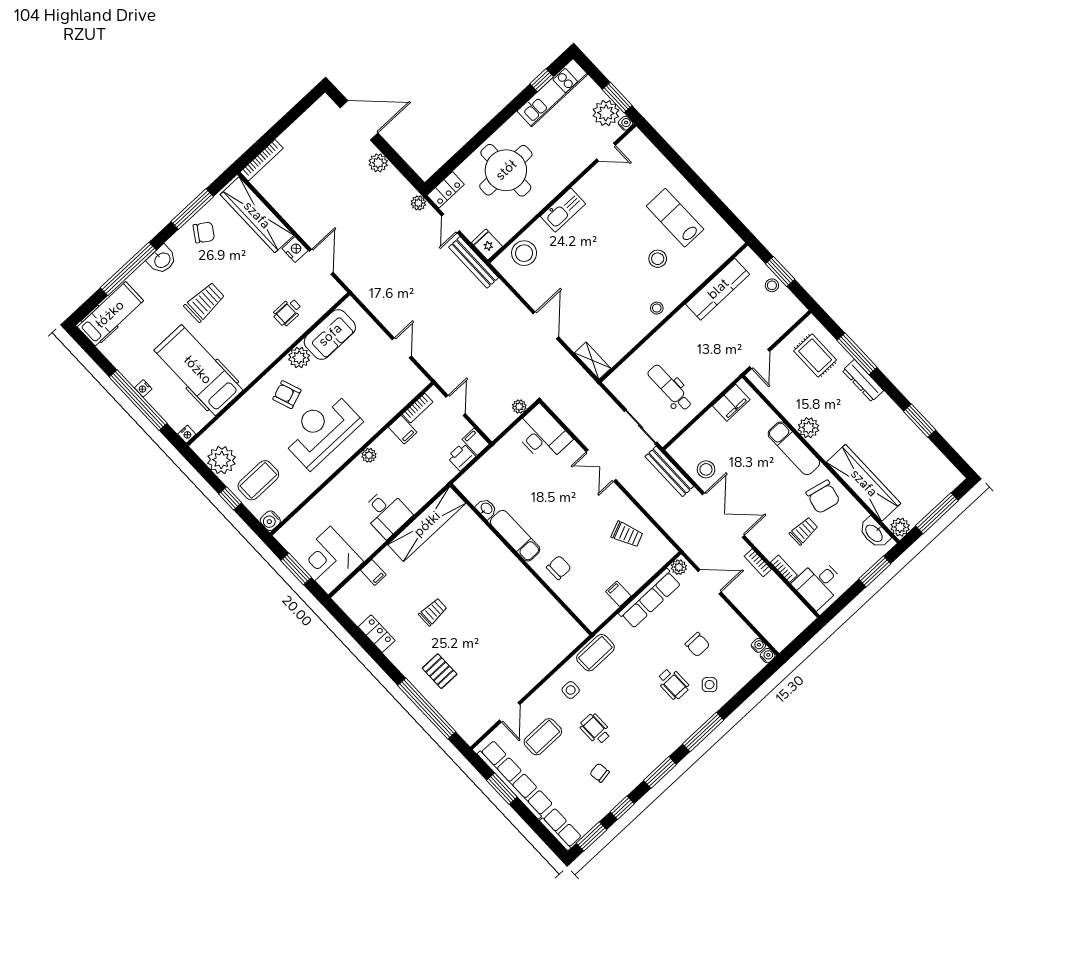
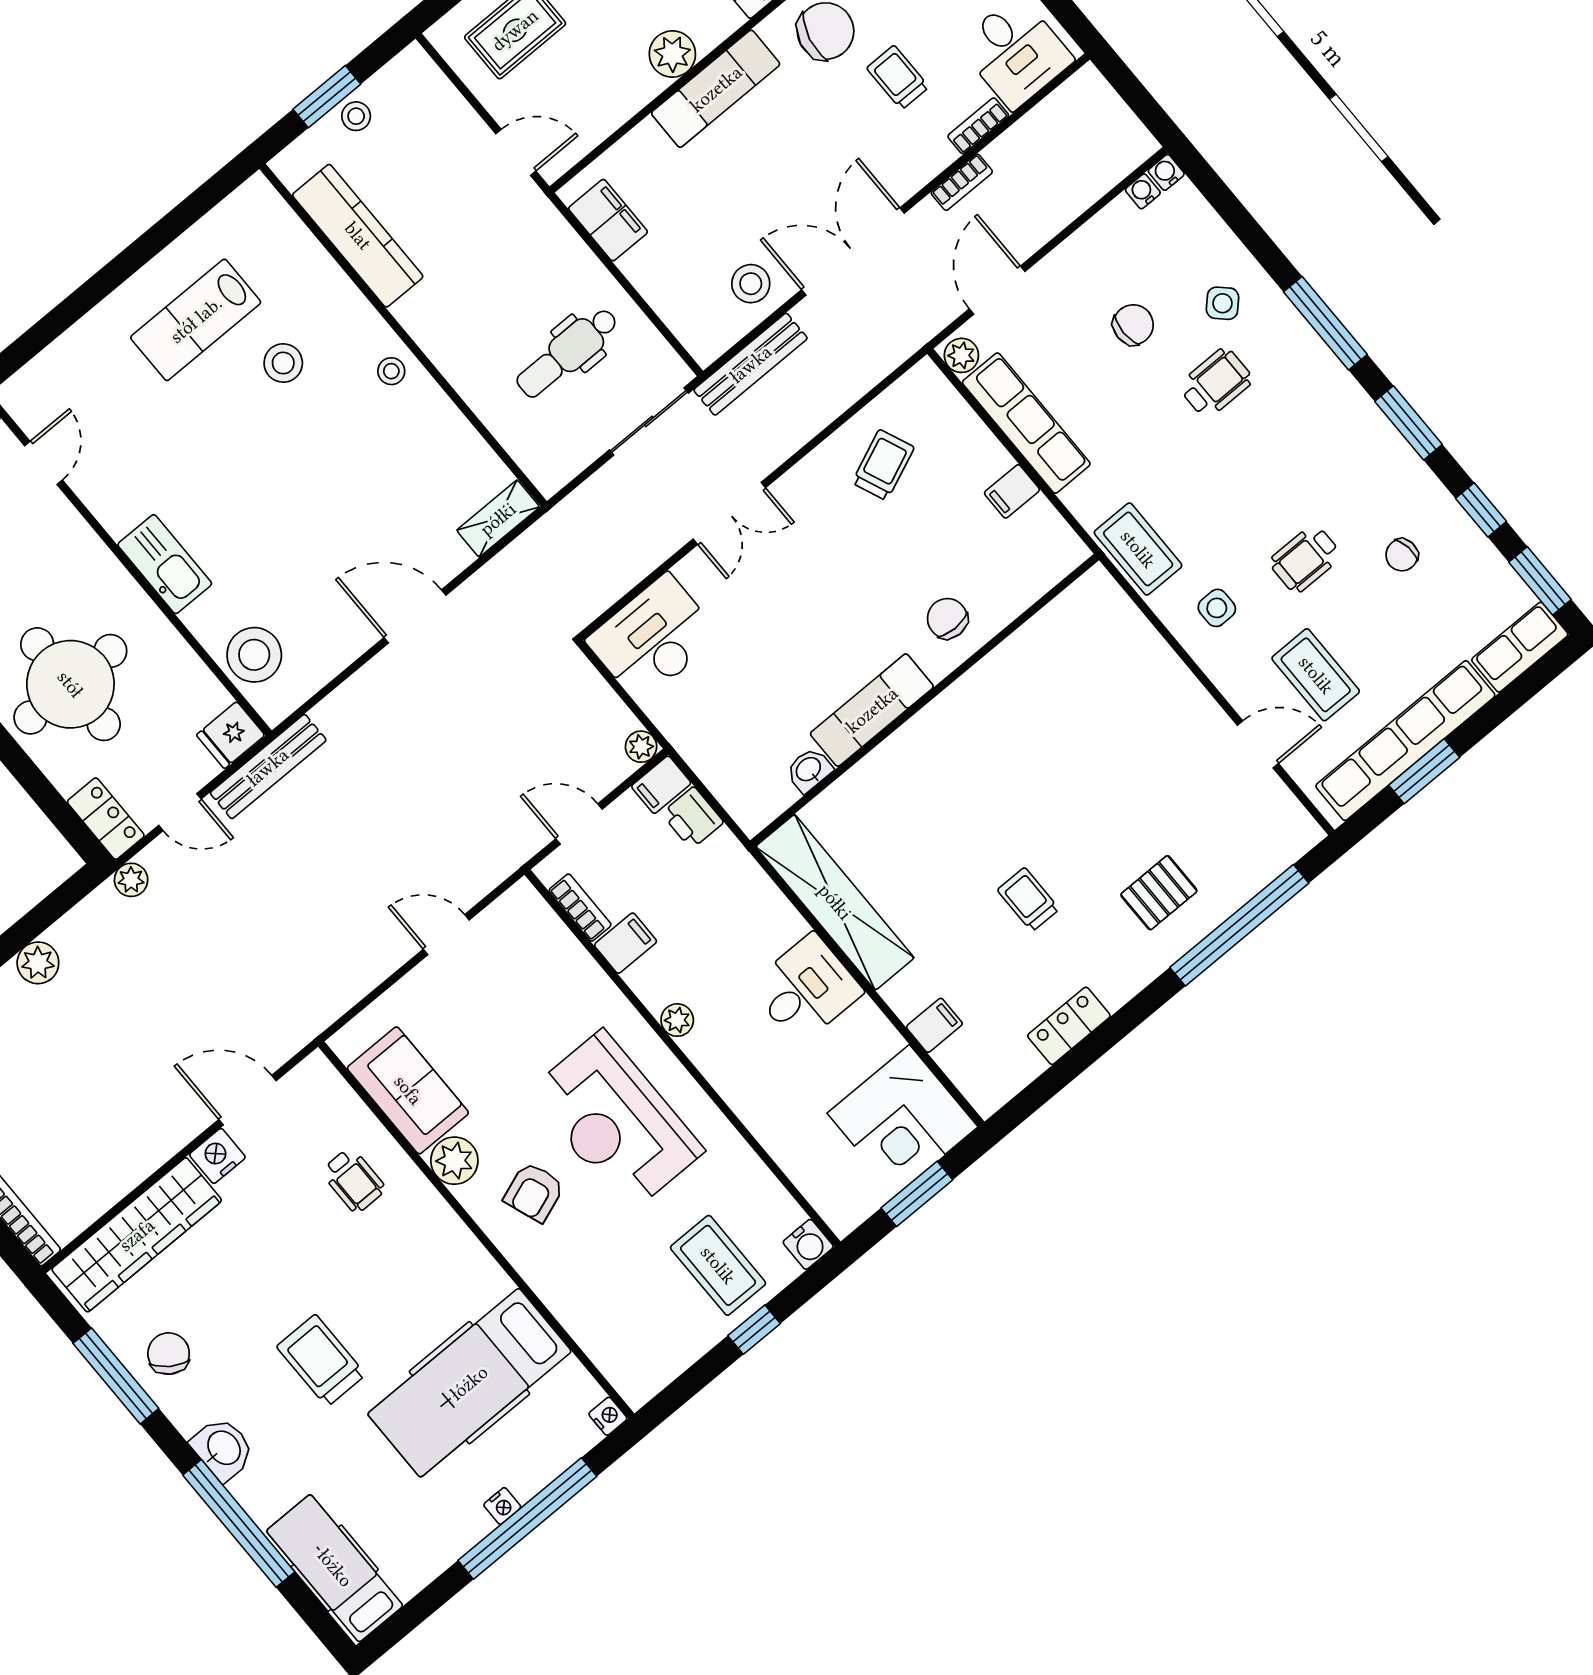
plant: (519, 407) -> (641, 747), moved
plant: (221, 460) -> (669, 1344), removed

